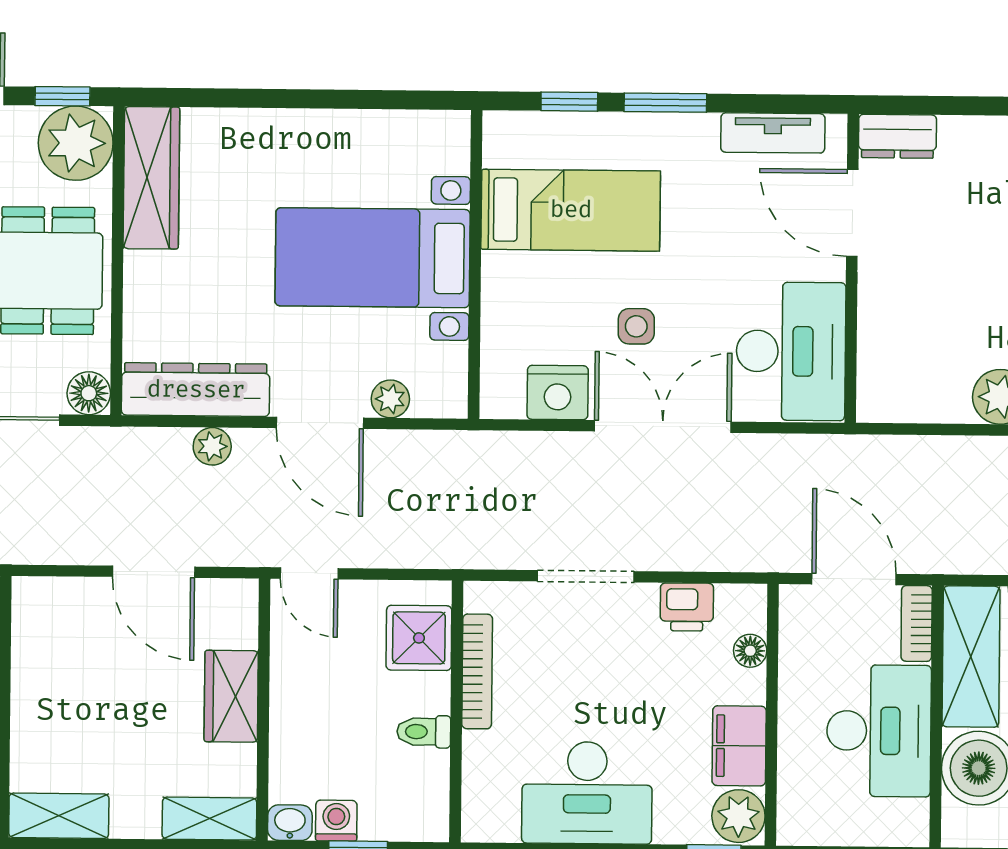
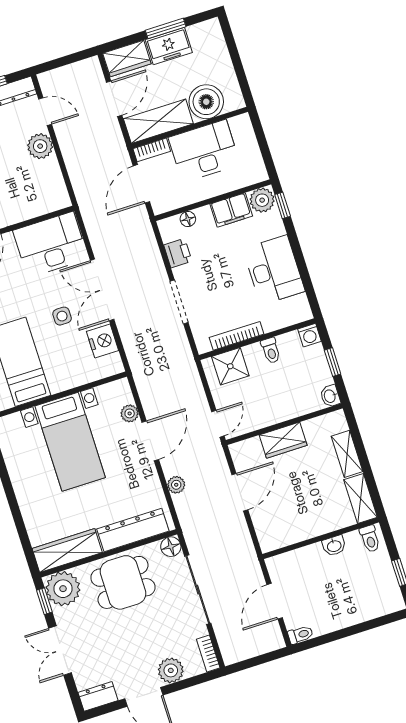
dresser: (196, 390) -> (133, 530), moved, turned 90
shelving: (209, 819) -> (347, 454), moved
washing machine: (336, 821) -> (309, 335), moved, turned -90

